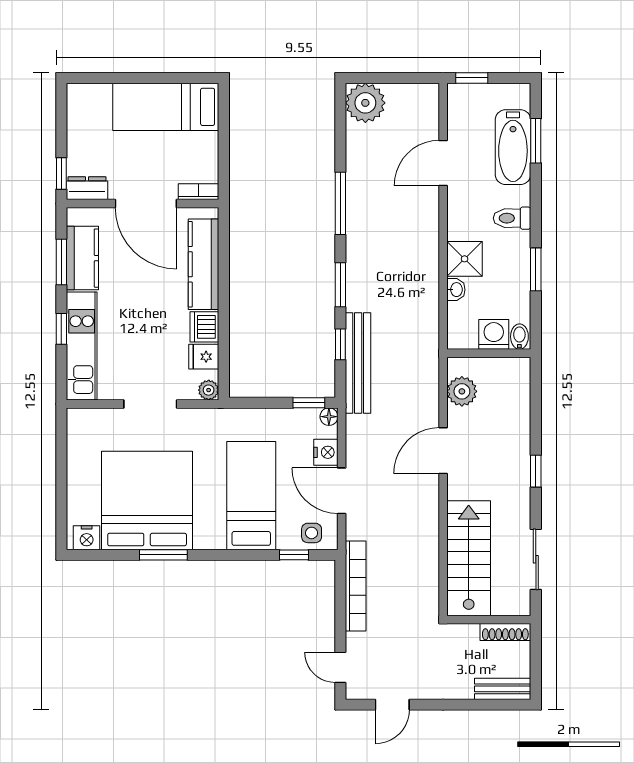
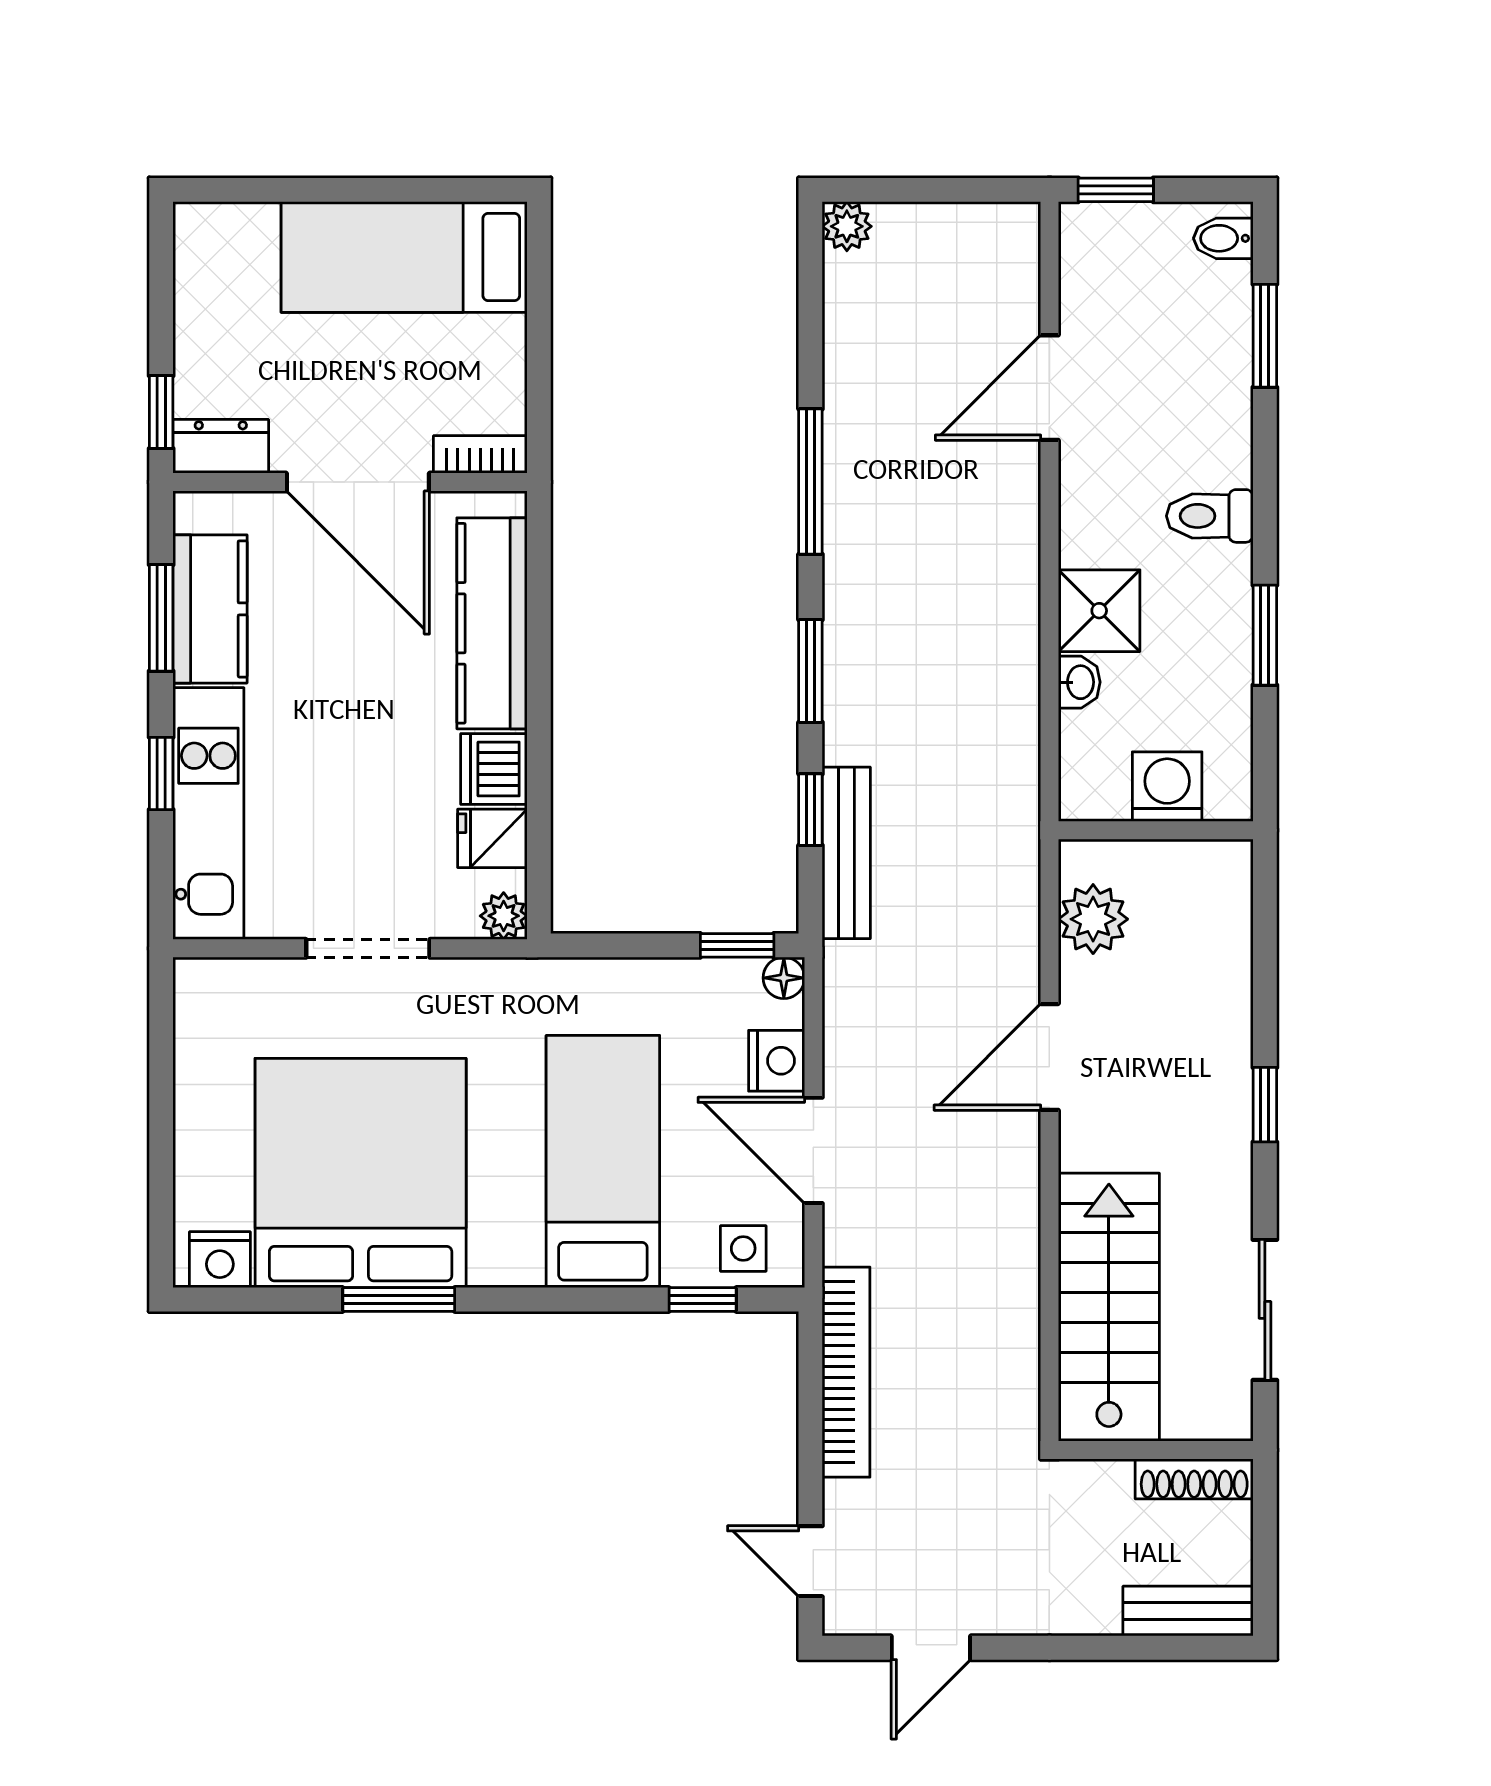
plant: (365, 103) -> (847, 226), width x0.53, depth x0.53
bathtub: (513, 147) -> (1212, 351), removed
bidet: (519, 337) -> (1223, 238), moved, turned -90
bench: (358, 363) -> (846, 853), width x0.73, depth x0.82

